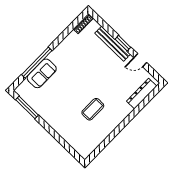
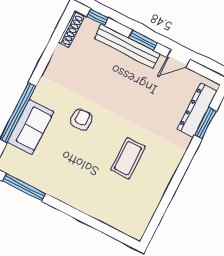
window: (101, 21) -> (97, 17), added
armchair: (73, 78) -> (81, 120), added
window: (144, 103) -> (205, 123), added

